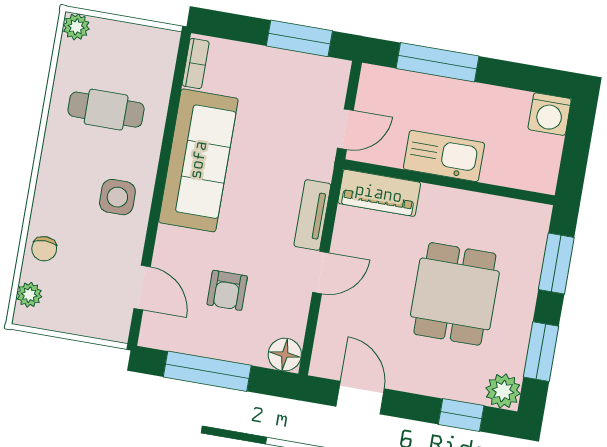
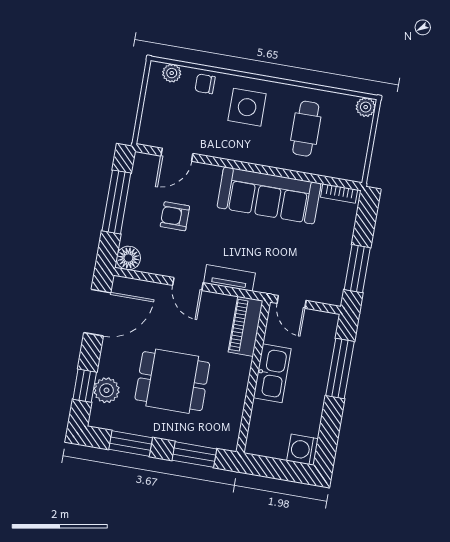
side table: (117, 197) -> (247, 107), moved, width x1.37, depth x1.37
plant: (503, 391) -> (107, 390), moved
door: (360, 398) -> (97, 313), width x1.38

